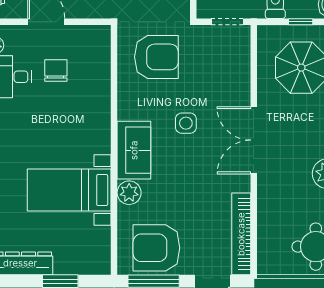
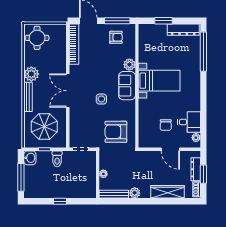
double door: (254, 140) -> (68, 91), swing flipped
bed with nightstands: (69, 190) -> (159, 81), moved
armchair: (156, 248) -> (116, 37), width x0.53, depth x0.53

